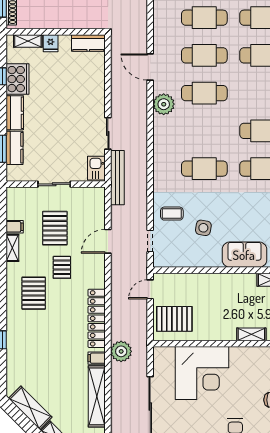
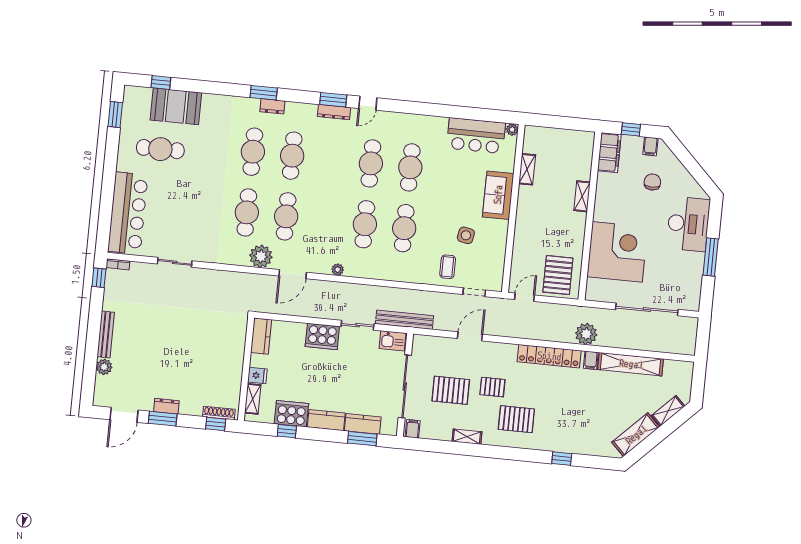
plant: (164, 35) -> (261, 256), added
cafe table: (204, 93) -> (365, 224), moved
cooker: (94, 101) -> (322, 336), added
plant: (164, 104) -> (338, 270), width x0.53, depth x0.53
sliding door: (54, 184) -> (405, 386), width x1.86
filing cabinet: (15, 227) -> (413, 429), moved
door: (108, 241) -> (470, 336), swing flipped
door: (150, 289) -> (525, 297), swing flipped

